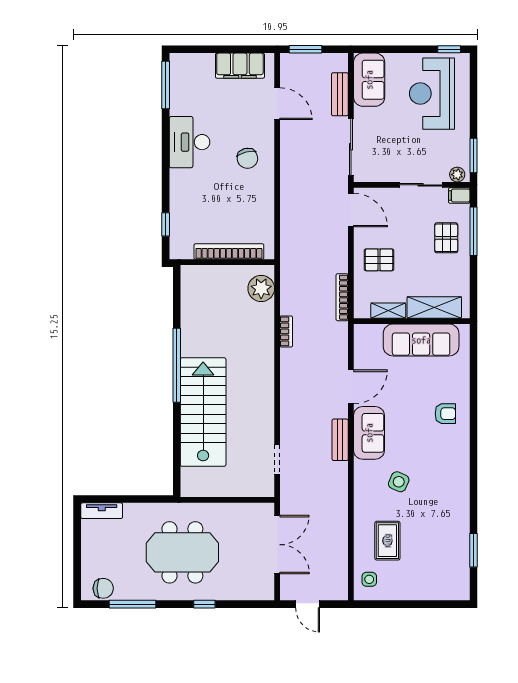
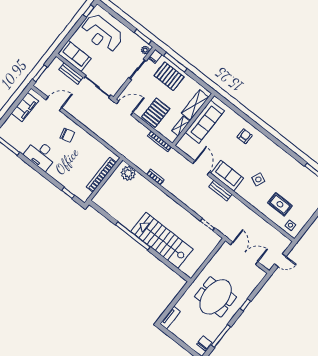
pallet: (446, 238) -> (169, 76), width x1.50, depth x1.42
pallet: (379, 260) -> (156, 113), width x1.50, depth x1.42

